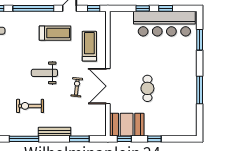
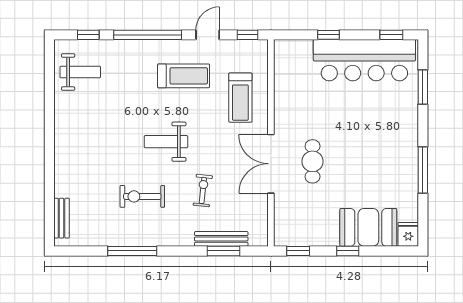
window: (166, 8) -> (391, 35), moved
treadmill: (89, 46) -> (240, 98), turned 180
exercise bike: (77, 87) -> (203, 190), moved
cafe table: (147, 88) -> (313, 161), moved
booth: (127, 125) -> (368, 227), moved
fridge: (191, 129) -> (408, 234), added
bench: (55, 132) -> (221, 239), moved

